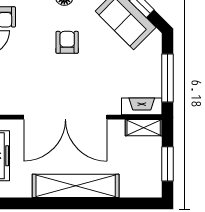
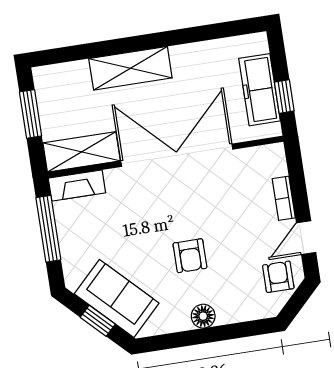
shelving: (144, 128) -> (82, 152), width x1.50, depth x1.33
shelving: (76, 186) -> (130, 68), width x0.68

